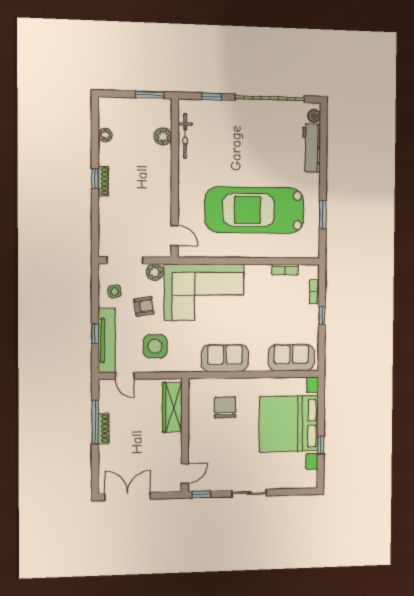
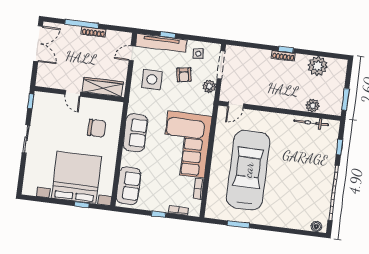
plant: (105, 135) -> (318, 66), width x1.87, depth x1.87
workbench: (311, 148) -> (292, 221), removed
corner sofa: (204, 292) -> (186, 144), moved
window: (95, 422) -> (82, 24), moved
window: (321, 445) -> (82, 205), moved
door: (185, 474) -> (73, 93), moved

